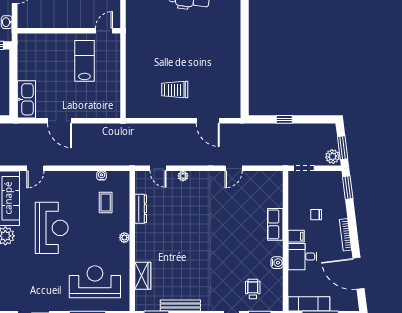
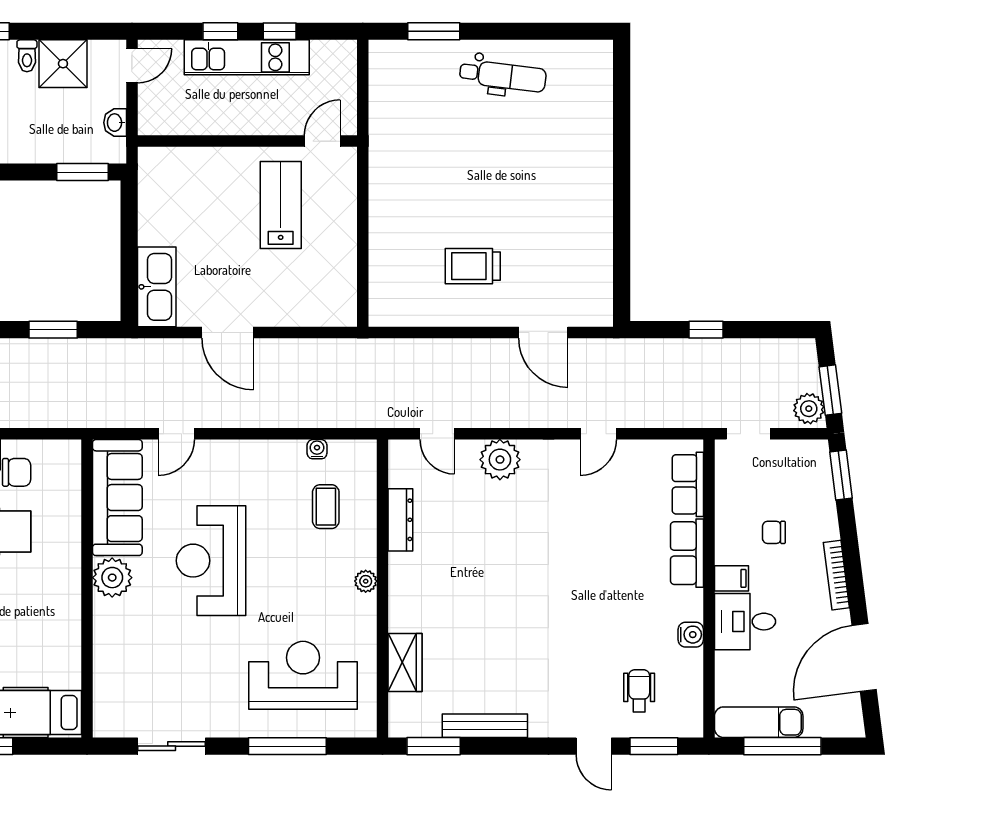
plant: (183, 176) -> (500, 460), width x1.87, depth x1.87
row of seats: (276, 192) -> (688, 484), added
reception desk: (52, 228) -> (211, 561), turned 180
door: (358, 273) -> (864, 658), hinge flipped

